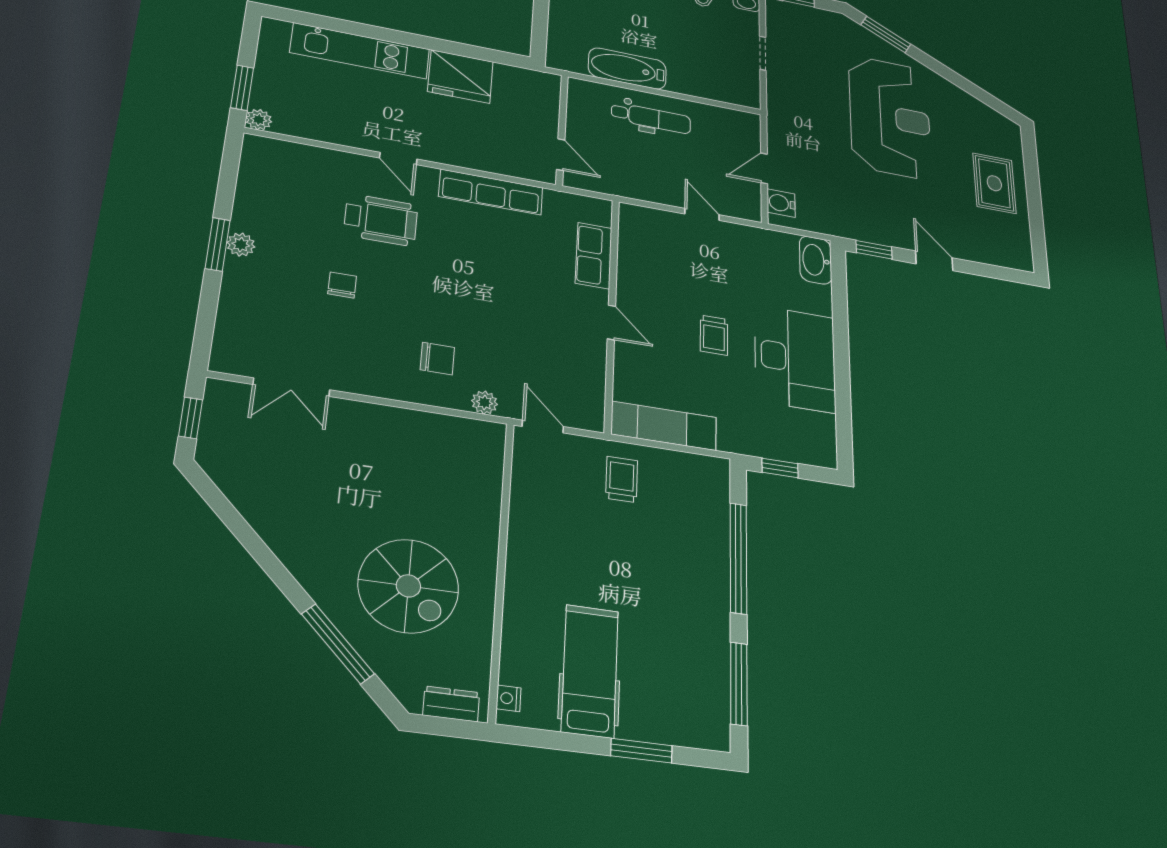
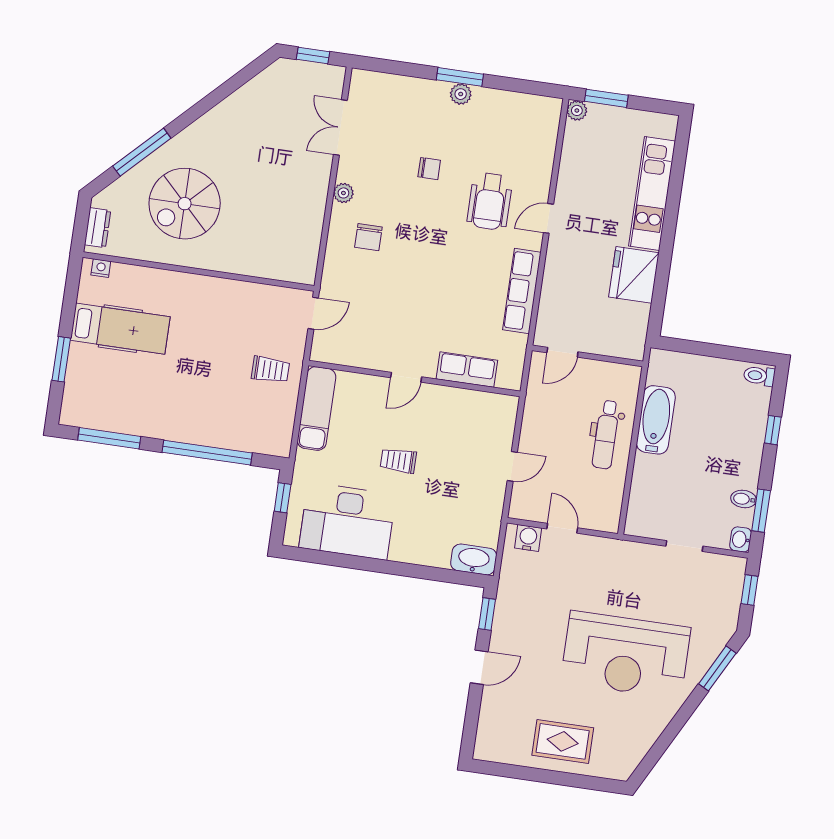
desk: (795, 359) -> (347, 521), moved
plant: (485, 402) -> (343, 193), moved

